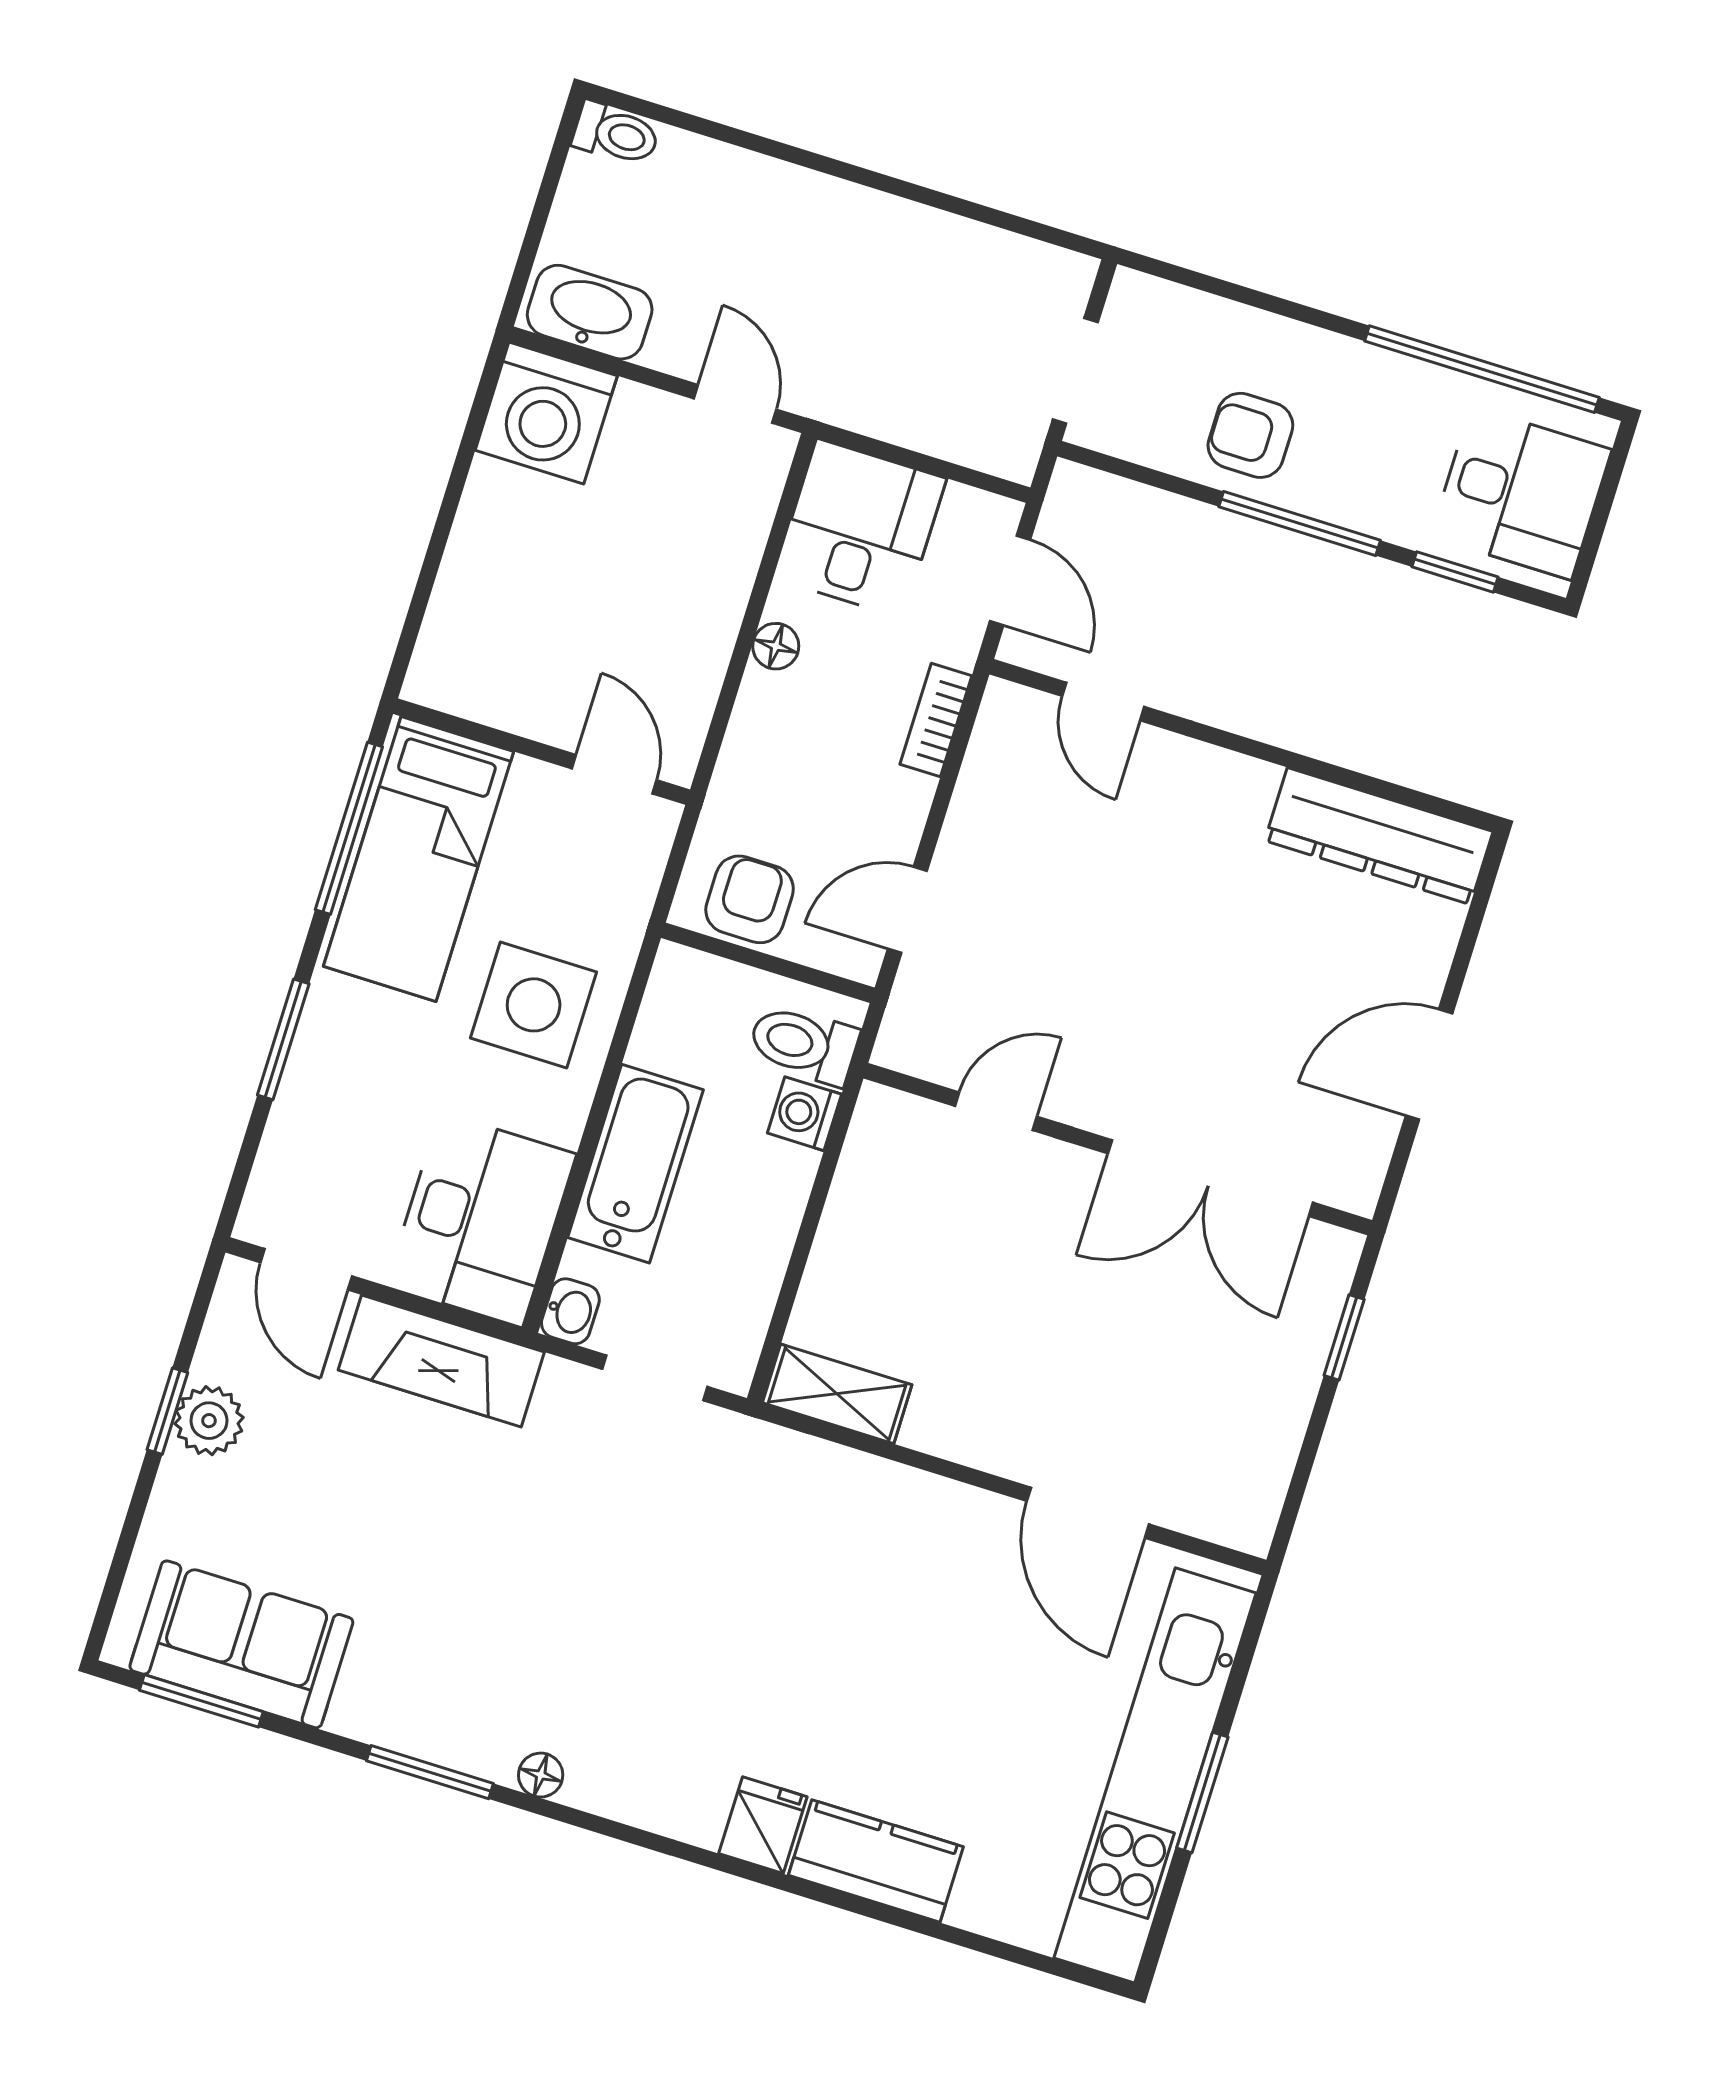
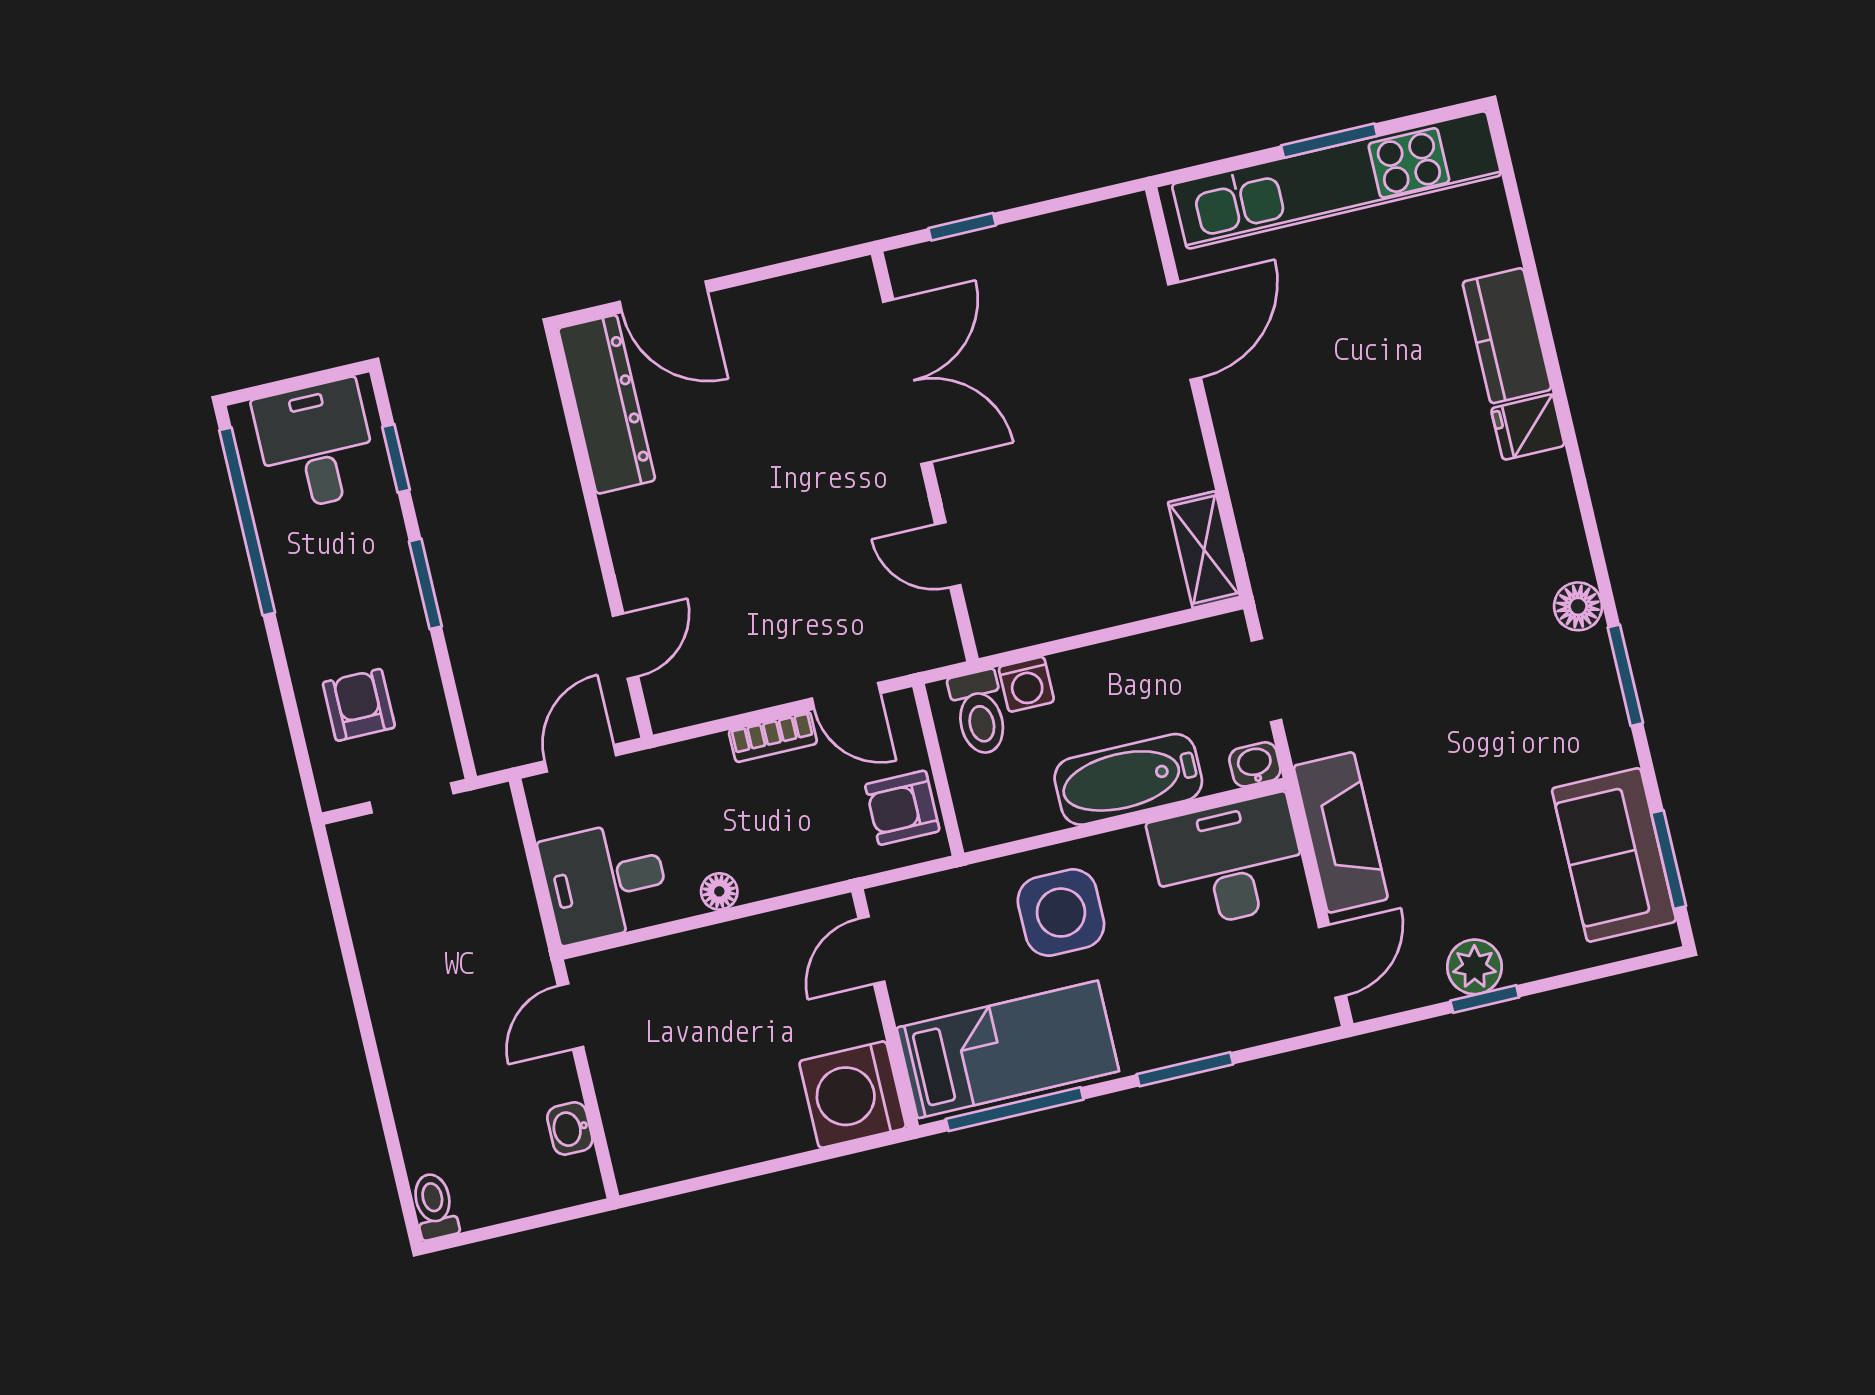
washbasin: (590, 312) -> (570, 1128), width x0.52, depth x0.69
washing machine: (546, 413) -> (853, 1095), moved, turned 180
armchair: (1250, 435) -> (359, 705), moved, turned 180
window: (1300, 523) -> (425, 584), width x0.69
bookcase: (936, 720) -> (773, 737), moved
door: (1429, 1064) -> (664, 297), moved
floor lamp: (541, 1775) -> (1578, 606), width x1.37, depth x1.37

